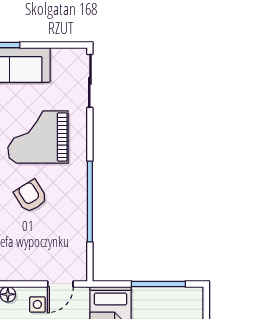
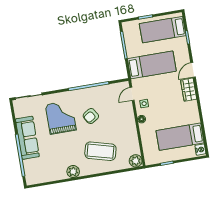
grand piano: (38, 137) -> (61, 117), turned 180
door: (60, 284) -> (132, 94), swing flipped

